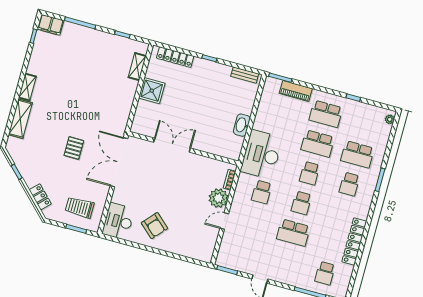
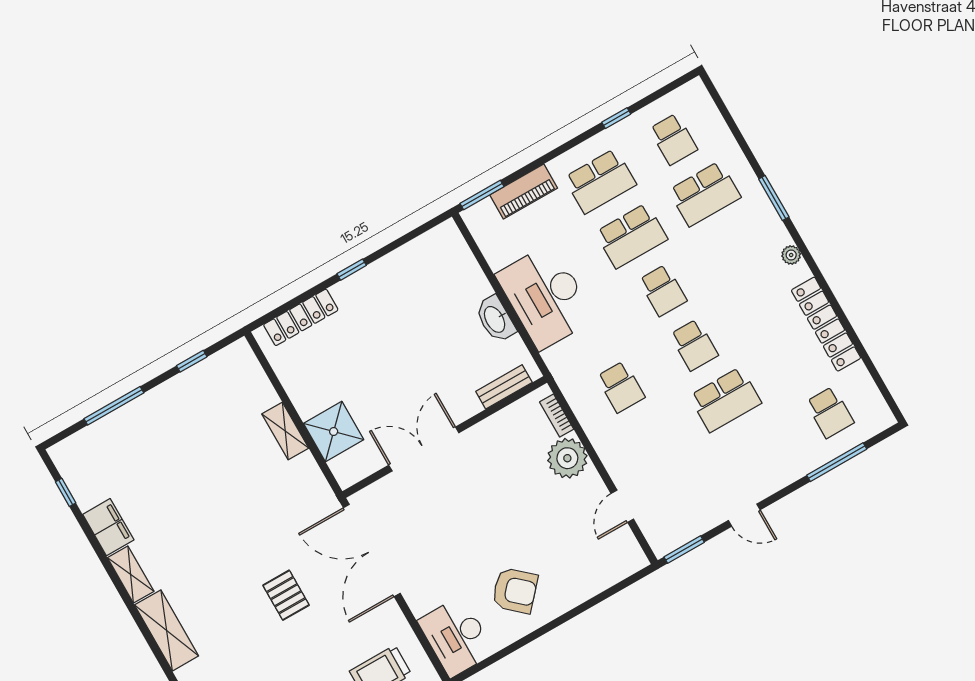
filing cabinet: (50, 25) -> (108, 527), moved, turned -90
shelving: (137, 67) -> (285, 431), moved
bench: (245, 75) -> (504, 387), moved
shower: (152, 91) -> (334, 432), moved
plant: (390, 119) -> (791, 255), moved
desk: (261, 155) -> (545, 297), moved
school desk: (349, 184) -> (673, 139), moved
door: (224, 221) -> (622, 506), moved

